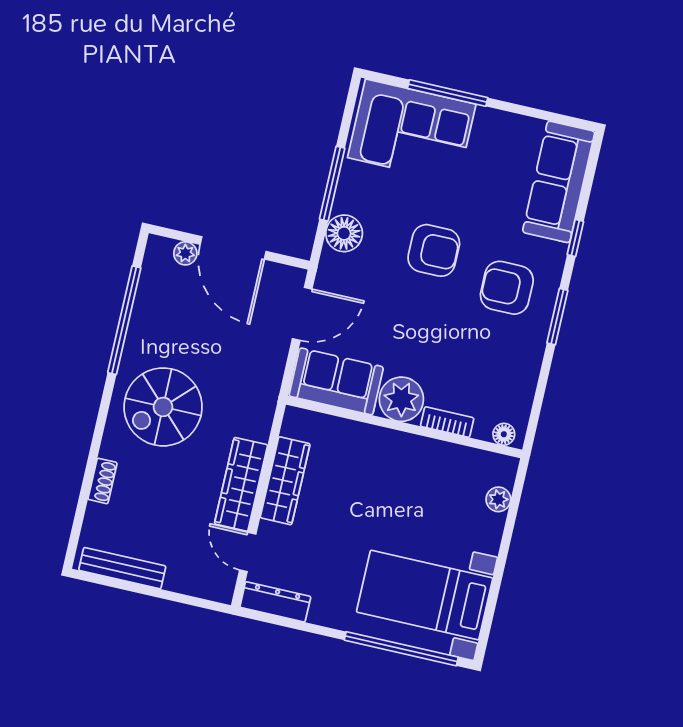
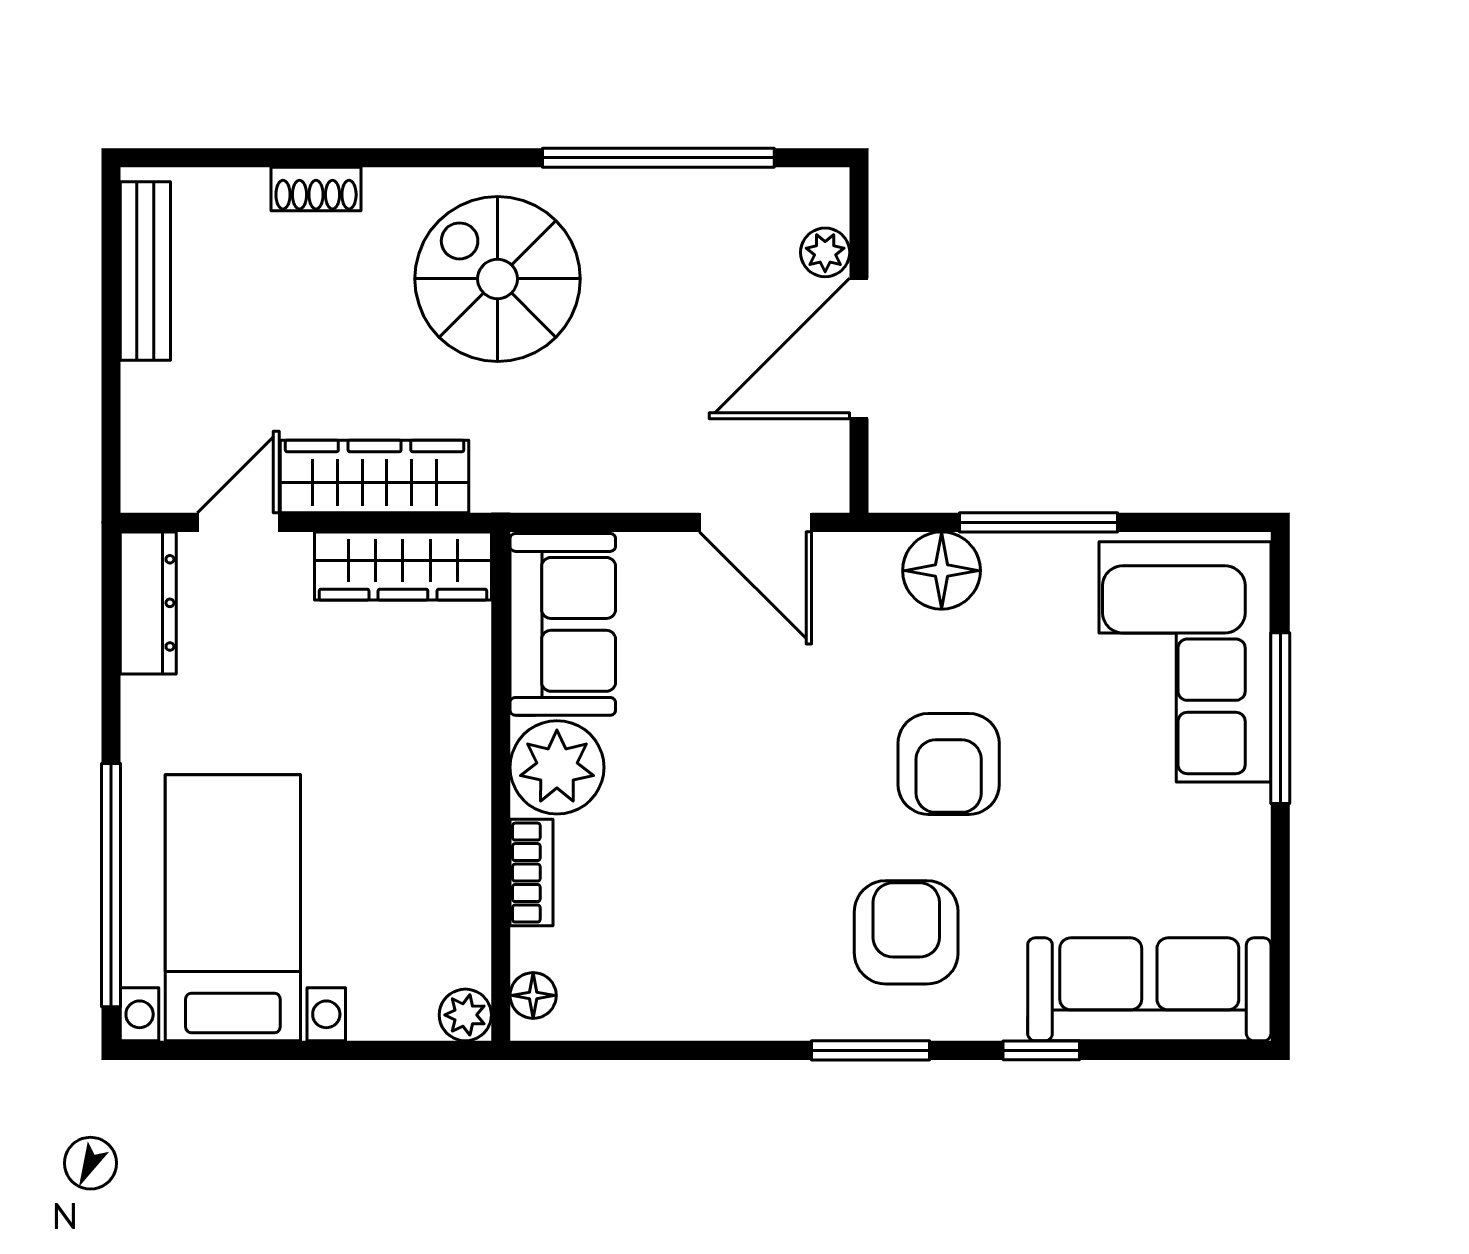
sofa: (336, 381) -> (563, 624), moved
plant: (401, 399) -> (557, 767), moved
bookcase: (447, 422) -> (531, 873), moved
wall: (404, 427) -> (501, 786), moved
floor lamp: (504, 434) -> (533, 995), moved

